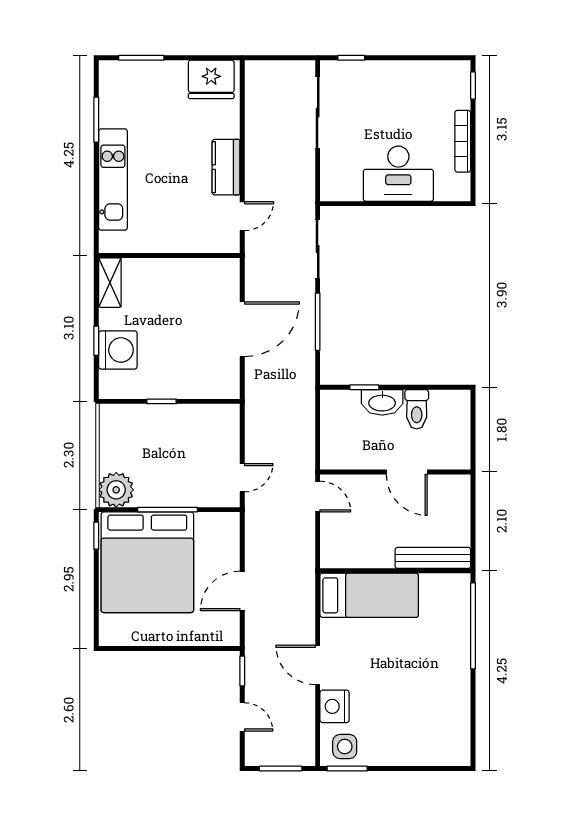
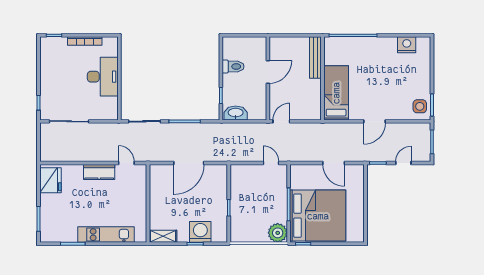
door: (242, 329) -> (189, 163), swing flipped
washbasin: (382, 402) -> (236, 113), moved, turned -90
nightstand: (335, 706) -> (407, 45), moved, turned 180

